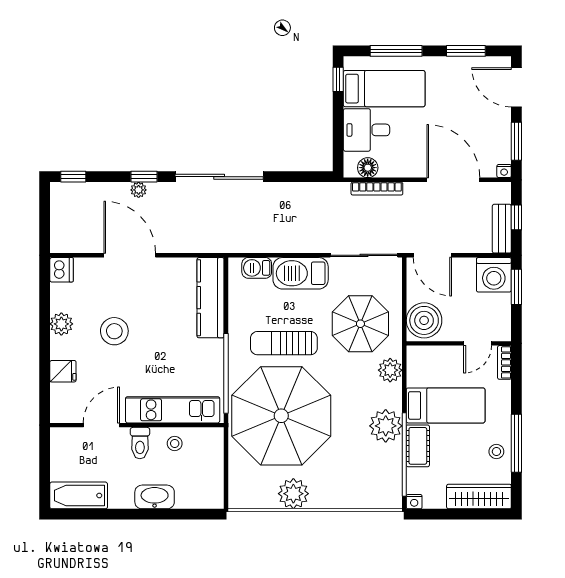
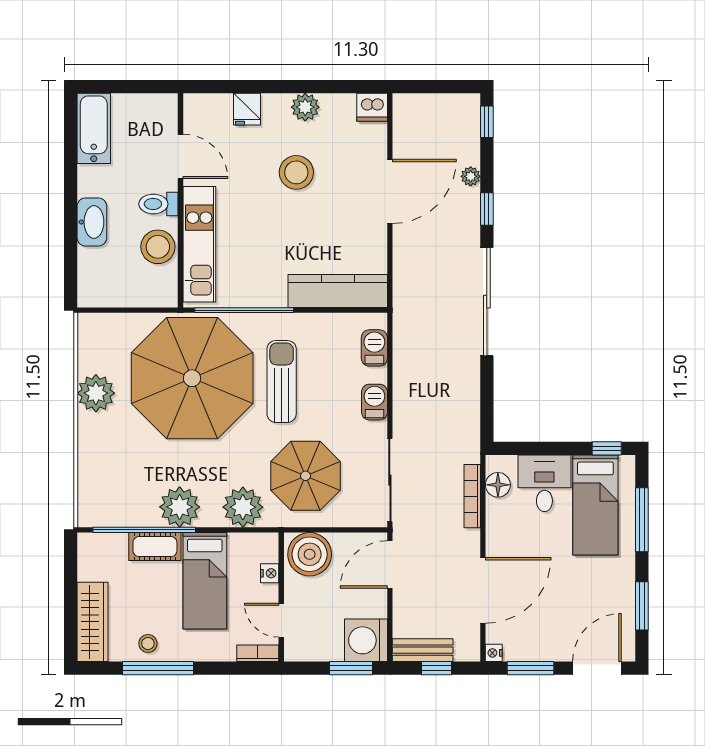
plant: (139, 190) -> (471, 176), moved
barbecue: (301, 273) -> (374, 402), width x0.53, depth x0.65
plant: (390, 370) -> (243, 507), width x1.36, depth x1.36
stool: (175, 443) -> (158, 247), width x1.89, depth x1.89
nightstand: (414, 502) -> (270, 573), moved, turned 180

